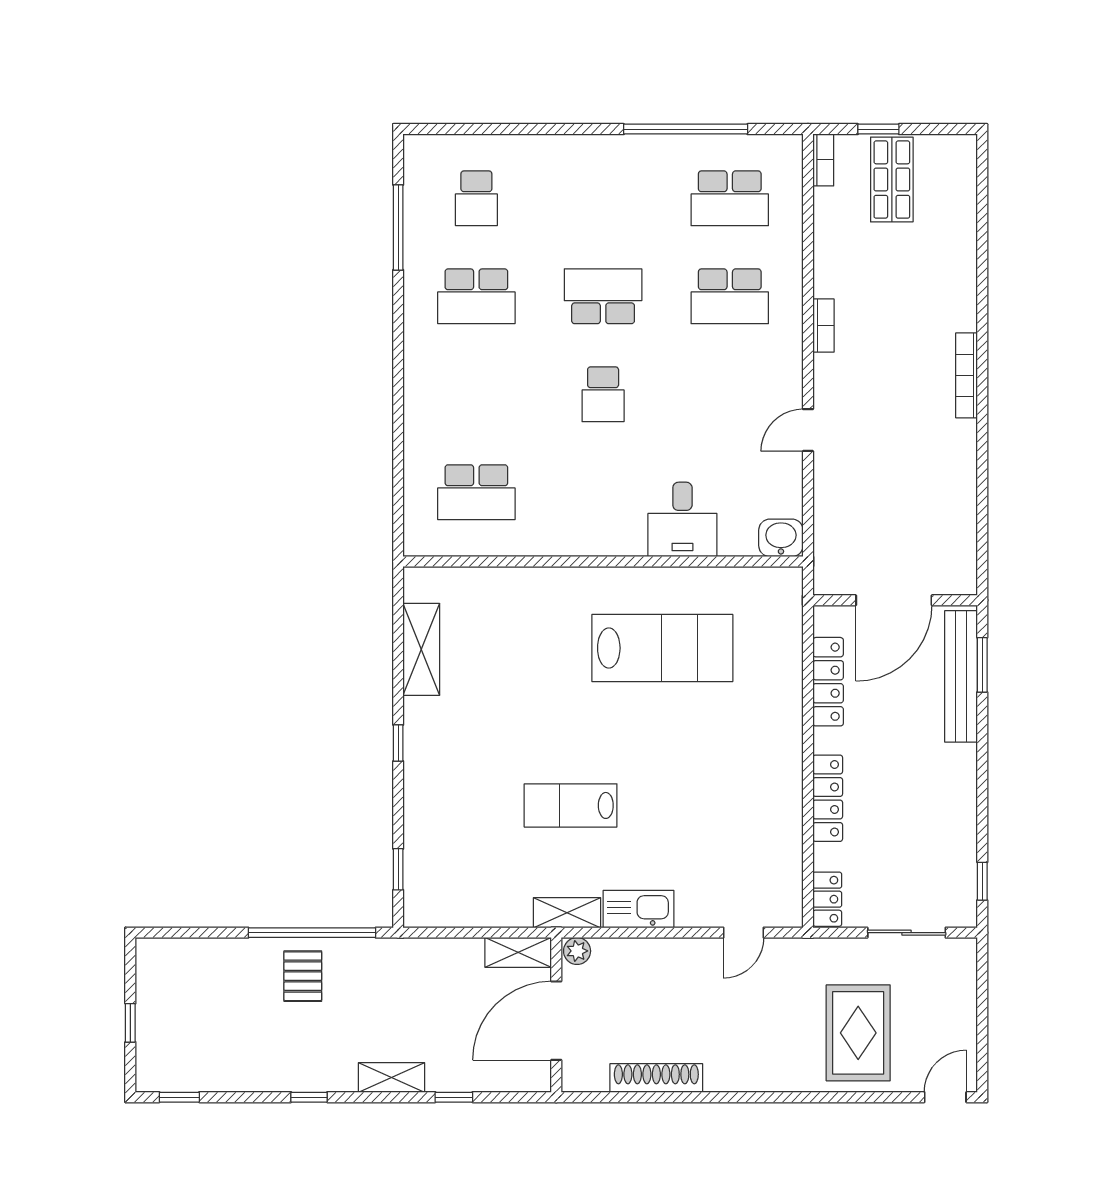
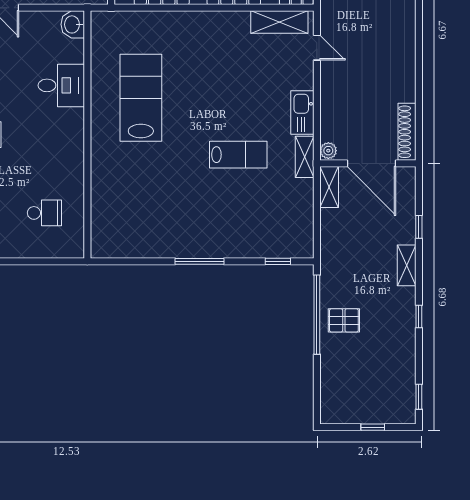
school desk: (476, 492) -> (44, 213), width x0.54
shelving: (421, 649) -> (279, 22), moved
window: (398, 743) -> (200, 261), width x2.17
lab bench: (571, 805) -> (238, 155), turned -90
shoe rack: (656, 1078) -> (407, 132), moved

